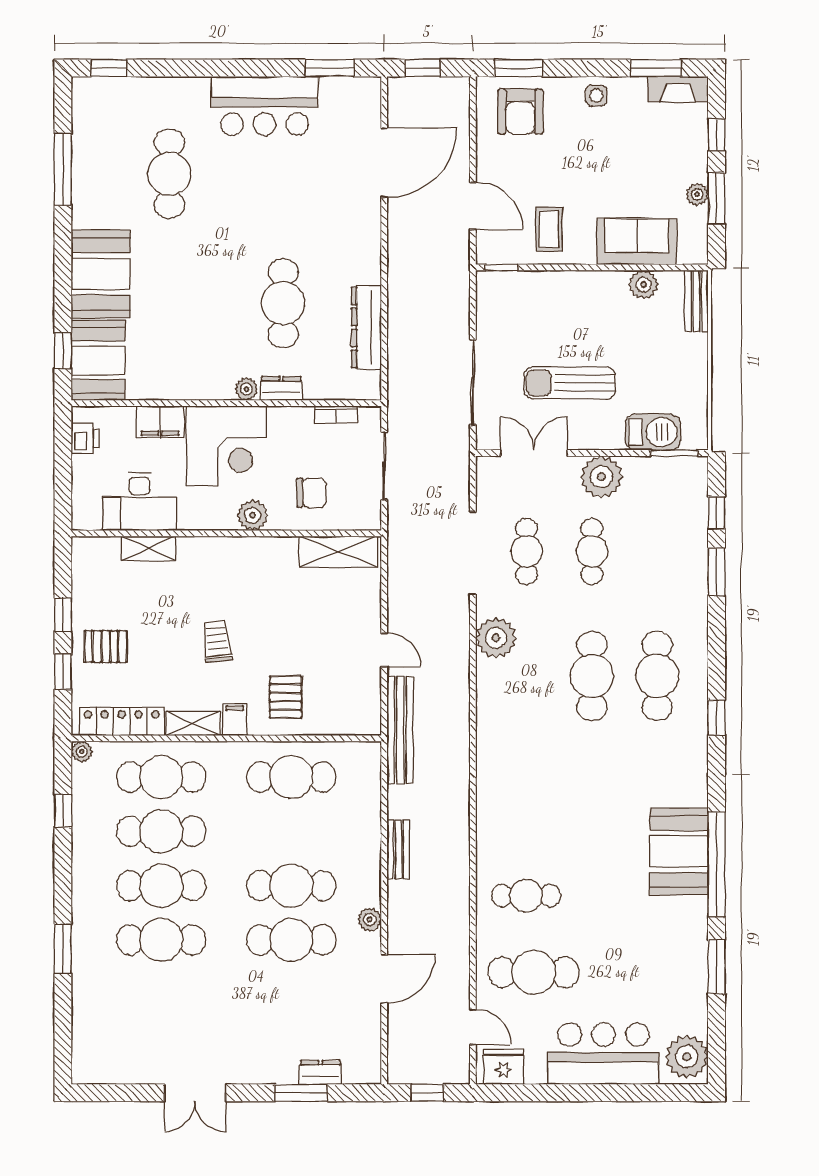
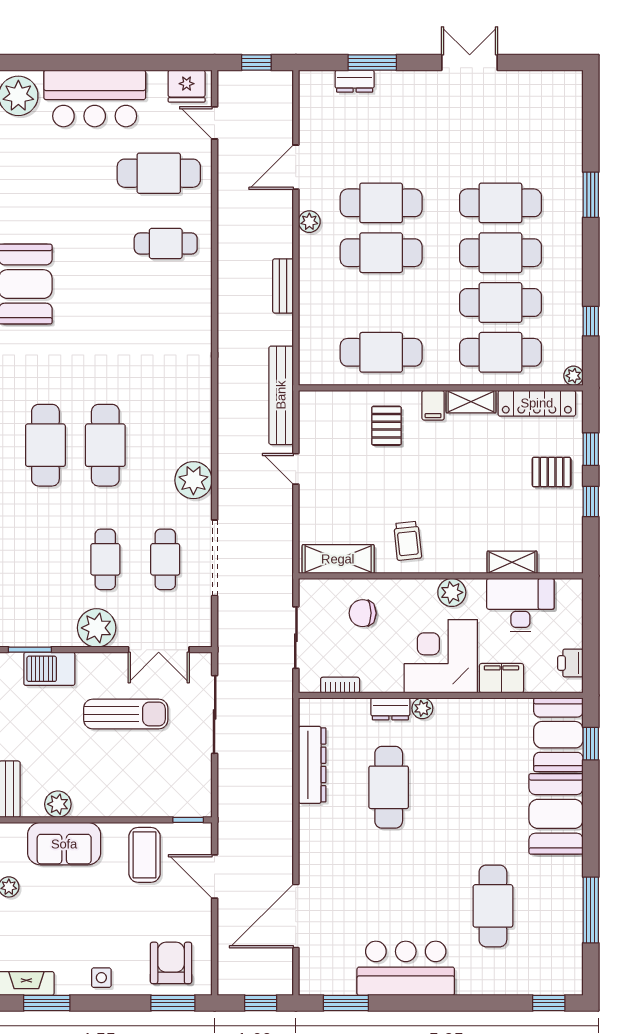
coffee table: (549, 229) -> (145, 855), width x1.36, depth x1.30
plant: (252, 515) -> (452, 592), moved
trolley: (217, 641) -> (408, 541), moved

